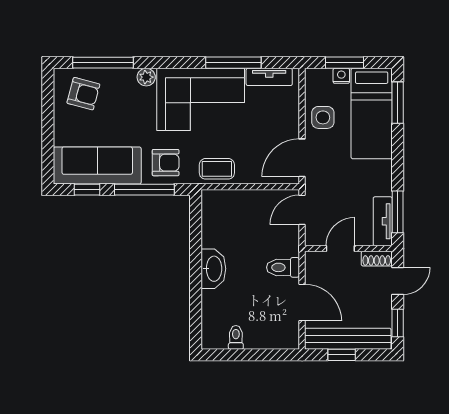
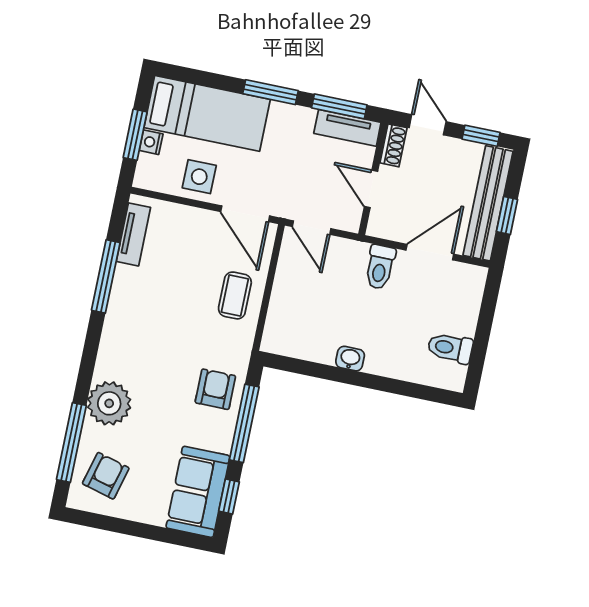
plant: (146, 77) -> (109, 403), width x1.88, depth x1.88
corner sofa: (201, 99) -> (144, 328), removed
window: (398, 103) -> (271, 92), moved
sofa: (97, 166) -> (198, 492), width x0.73
coffee table: (217, 169) -> (235, 295), moved
washbasin: (213, 269) -> (350, 359), width x0.52, depth x0.69
toilet: (236, 337) -> (450, 348), width x1.37, depth x1.39

